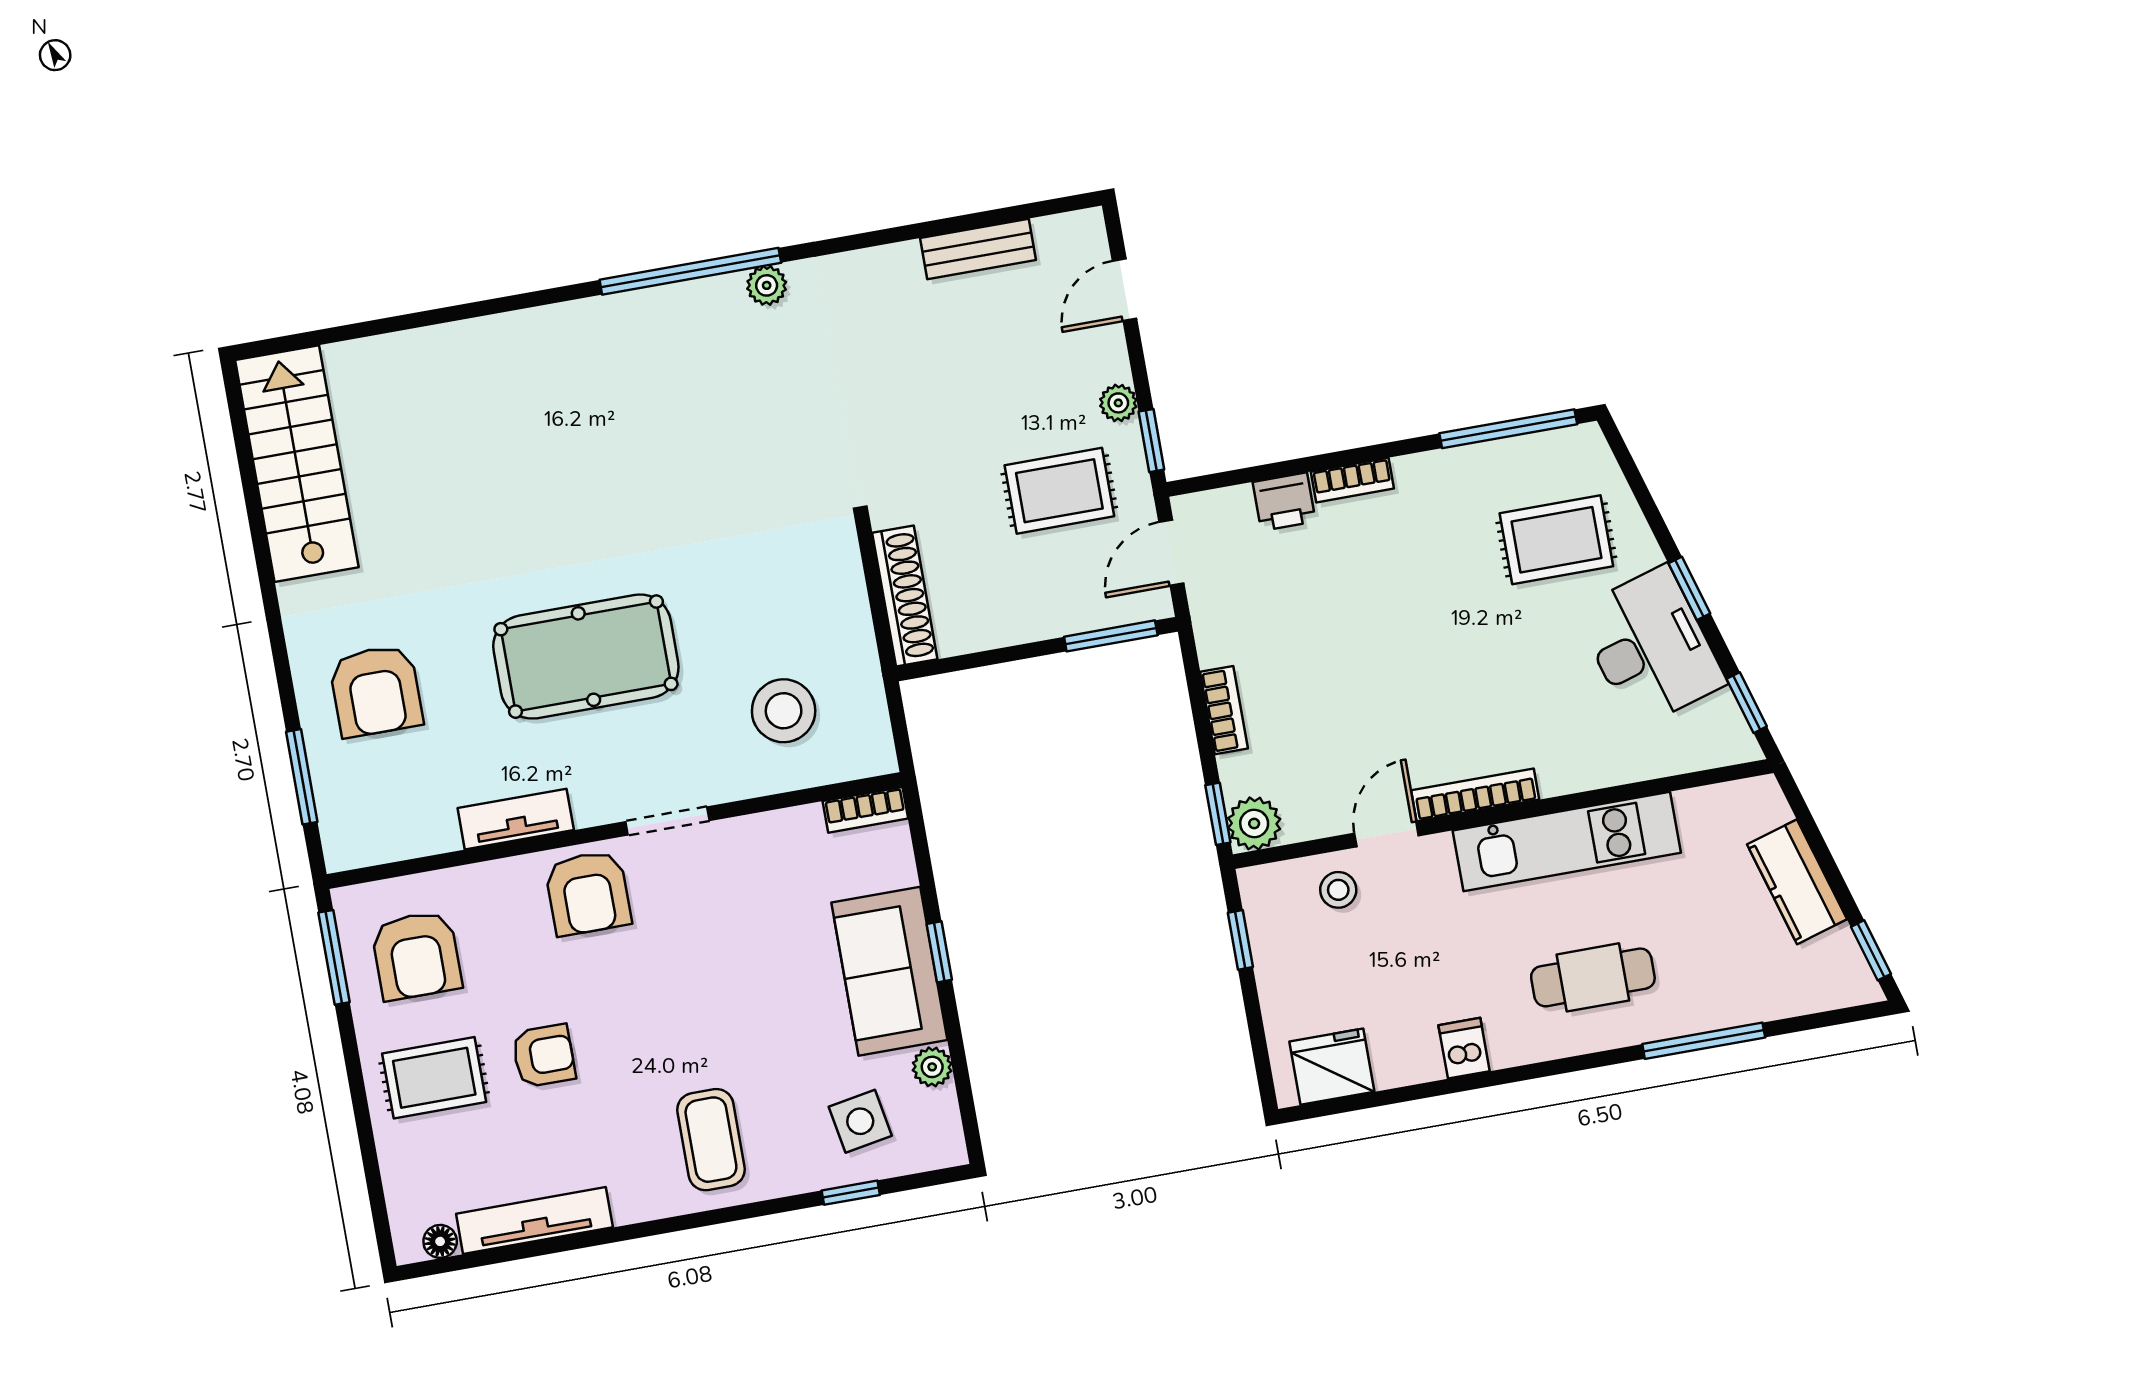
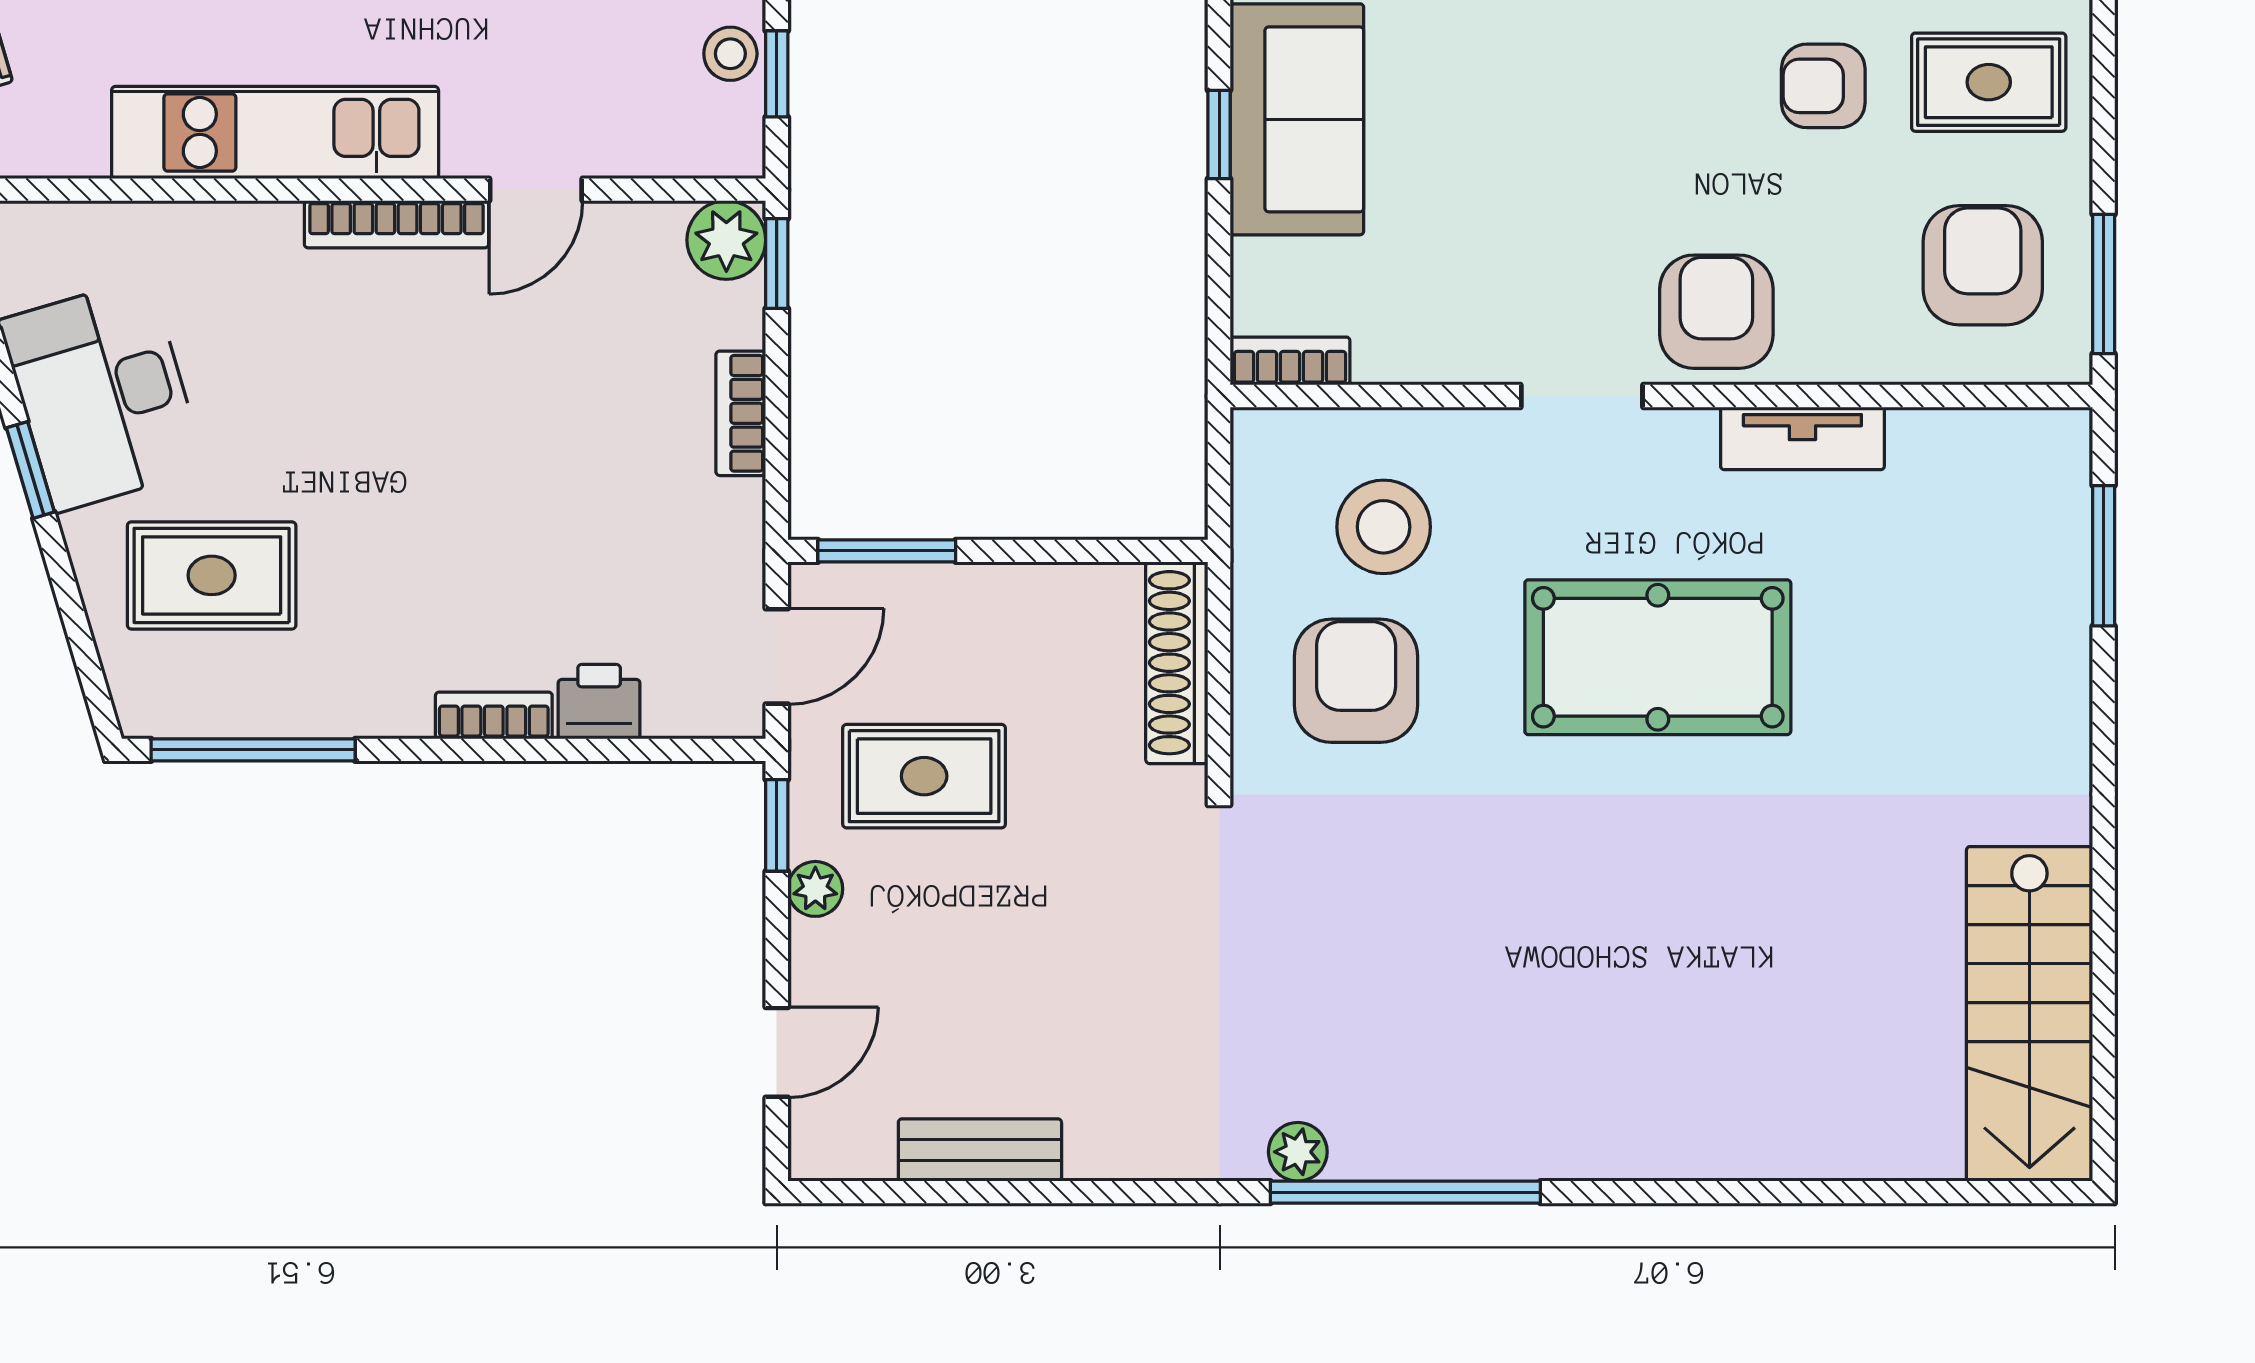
armchair: (376, 691) -> (1356, 681), moved
stool: (1338, 890) -> (730, 54), moved

